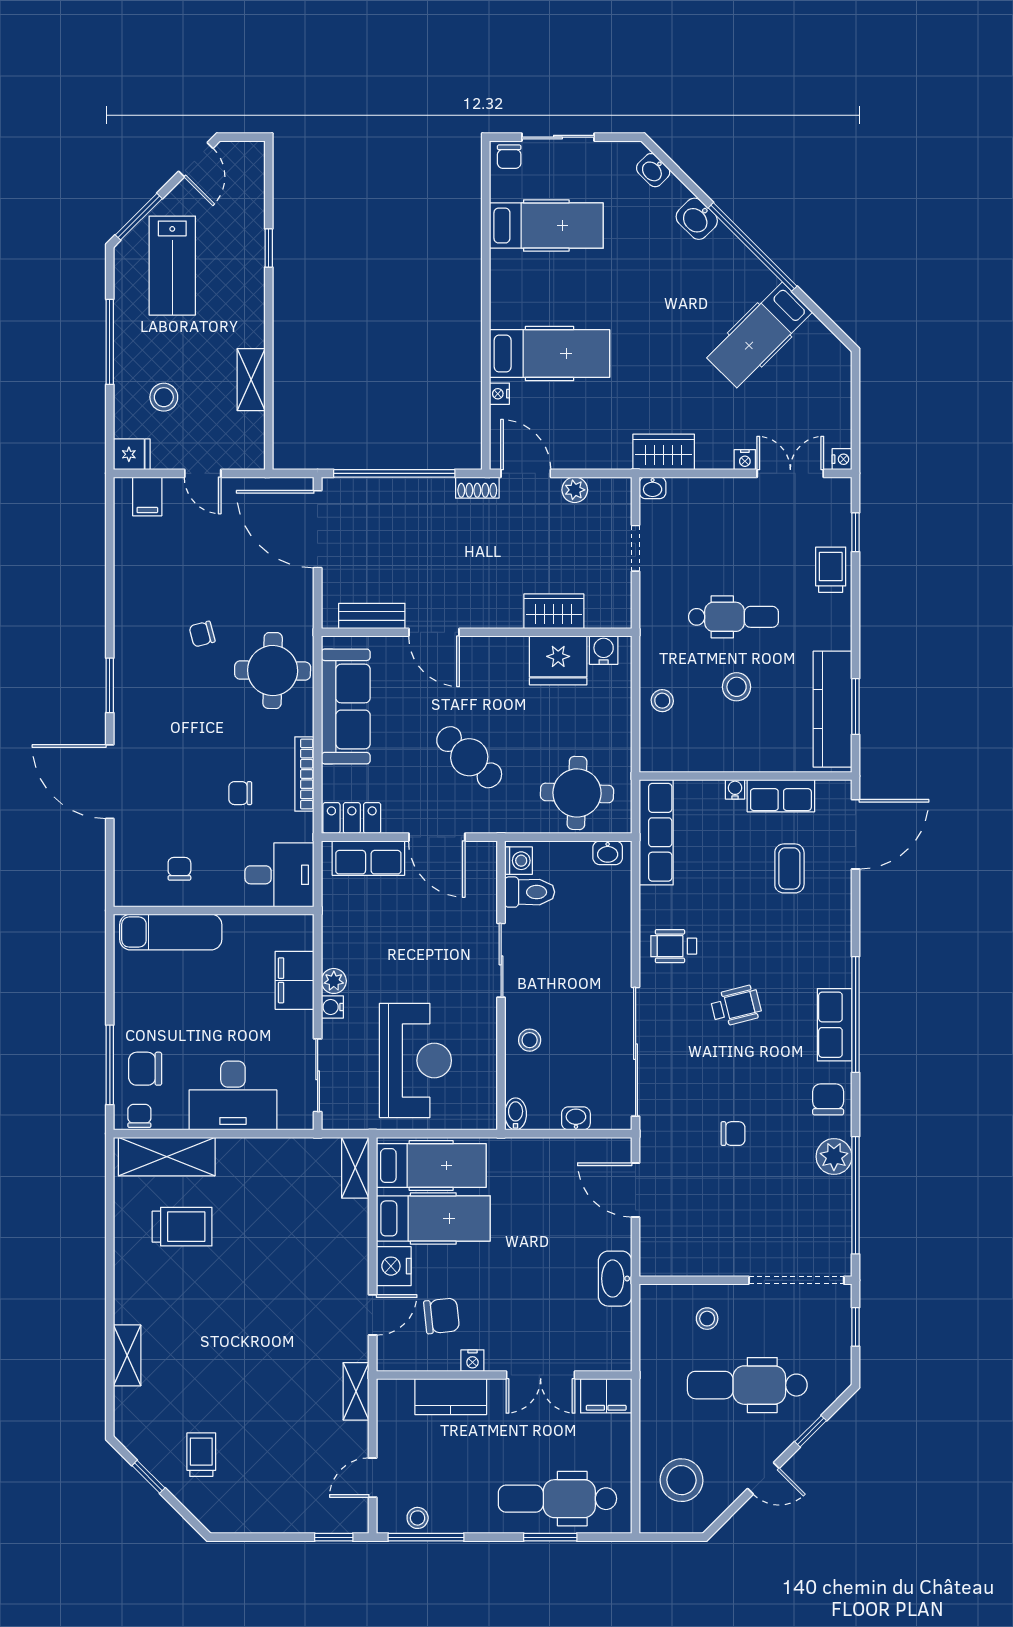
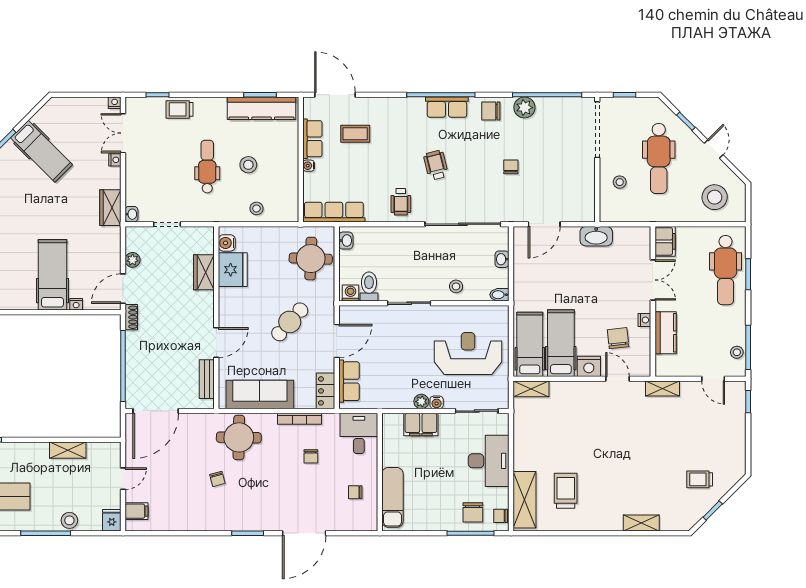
stool: (164, 397) -> (69, 520), moved

